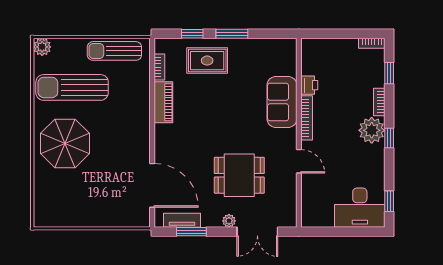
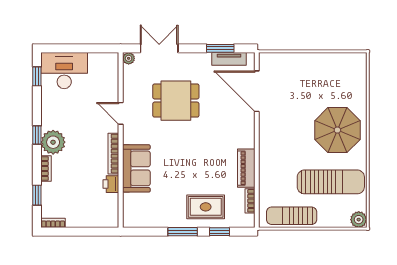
sun lounger: (114, 51) -> (292, 216), turned 180
plant: (229, 221) -> (129, 58), moved

